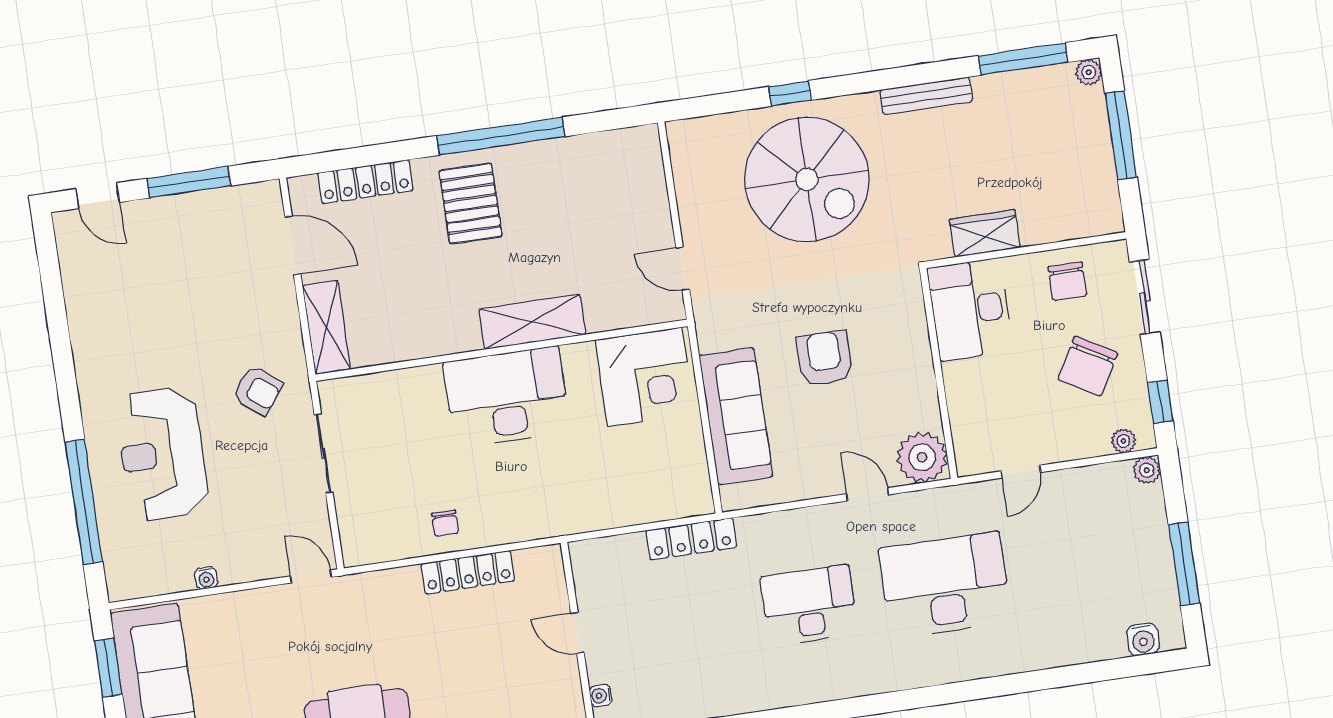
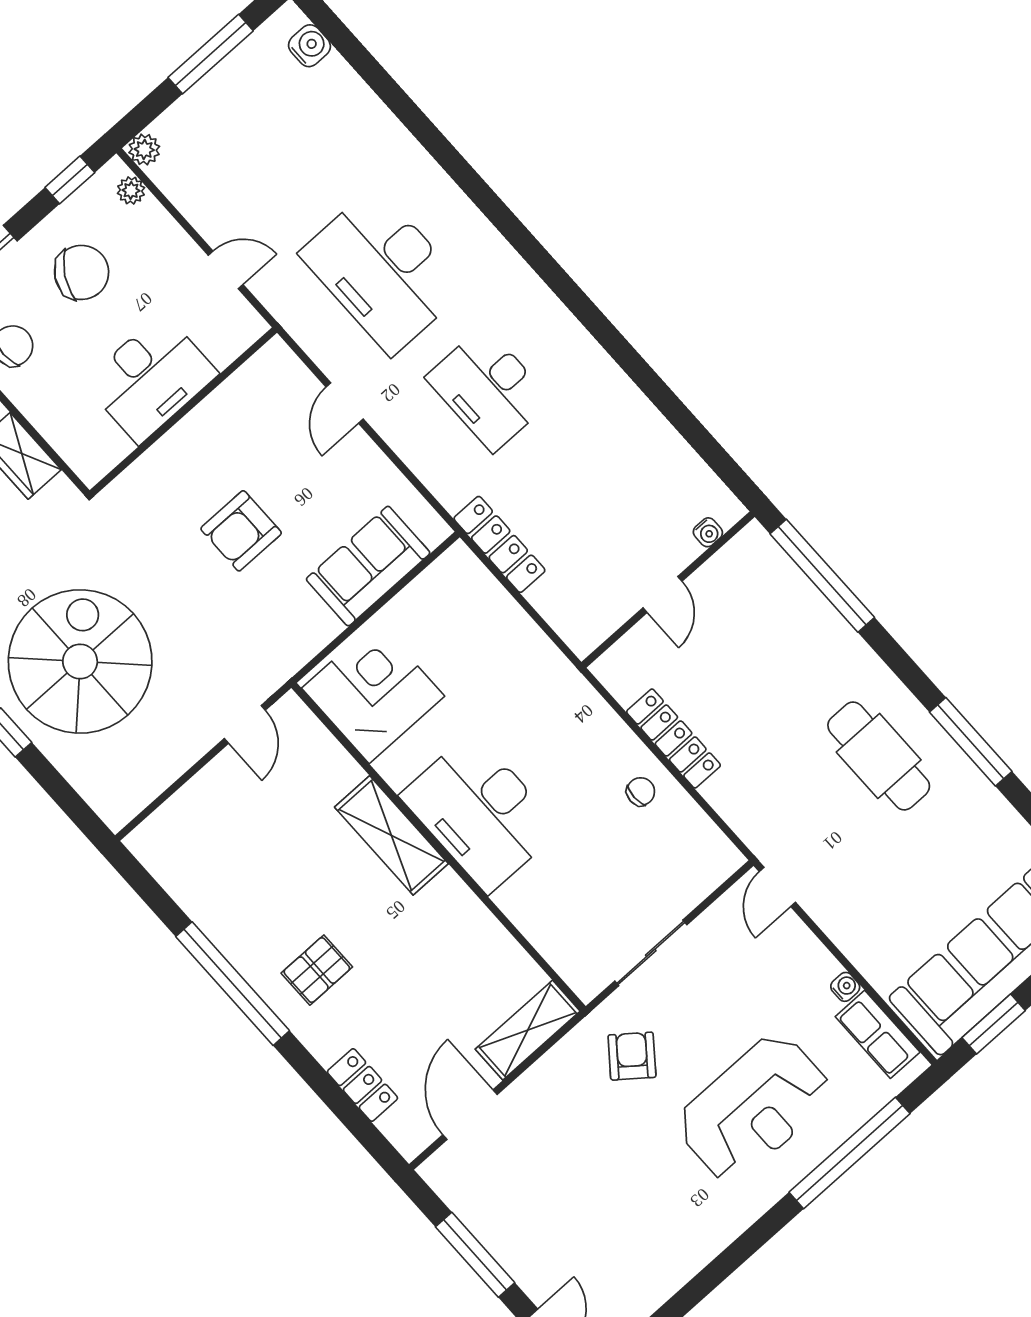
locker: (366, 182) -> (362, 1085), width x0.66
pallet: (471, 203) -> (317, 970), width x0.67, depth x0.71
desk: (970, 310) -> (151, 378), moved
sofa: (736, 416) -> (368, 566), width x0.73
plant: (922, 457) -> (275, 374), removed
row of seats: (156, 579) -> (878, 1034), added

